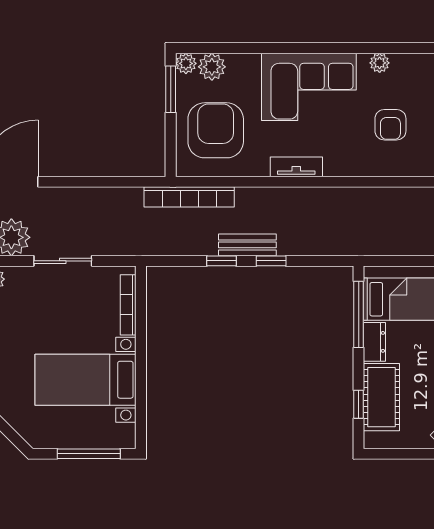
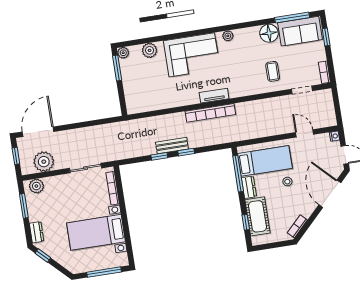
plant: (212, 67) -> (150, 50), moved
armchair: (390, 125) -> (239, 68), removed
armchair: (216, 130) -> (145, 86), removed
tv unit: (296, 167) -> (214, 96), moved
bookcase: (189, 197) -> (210, 113), moved
sliding door: (63, 261) -> (85, 168), moved

